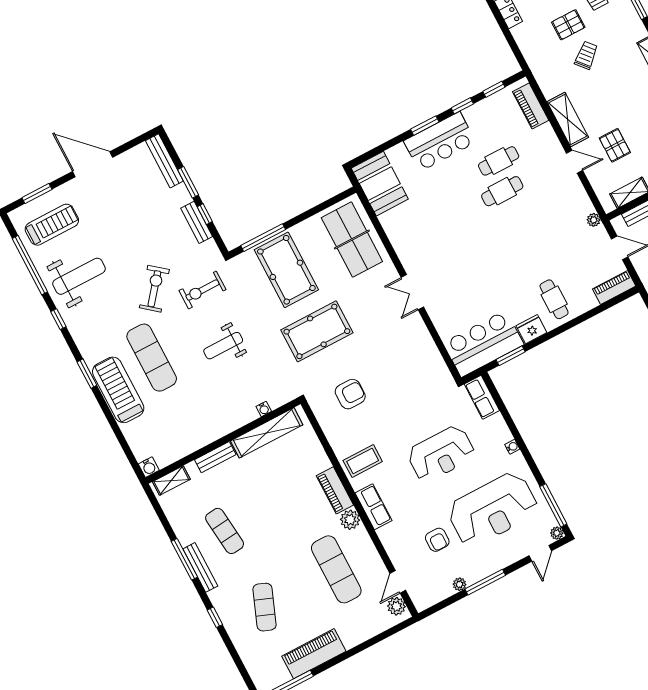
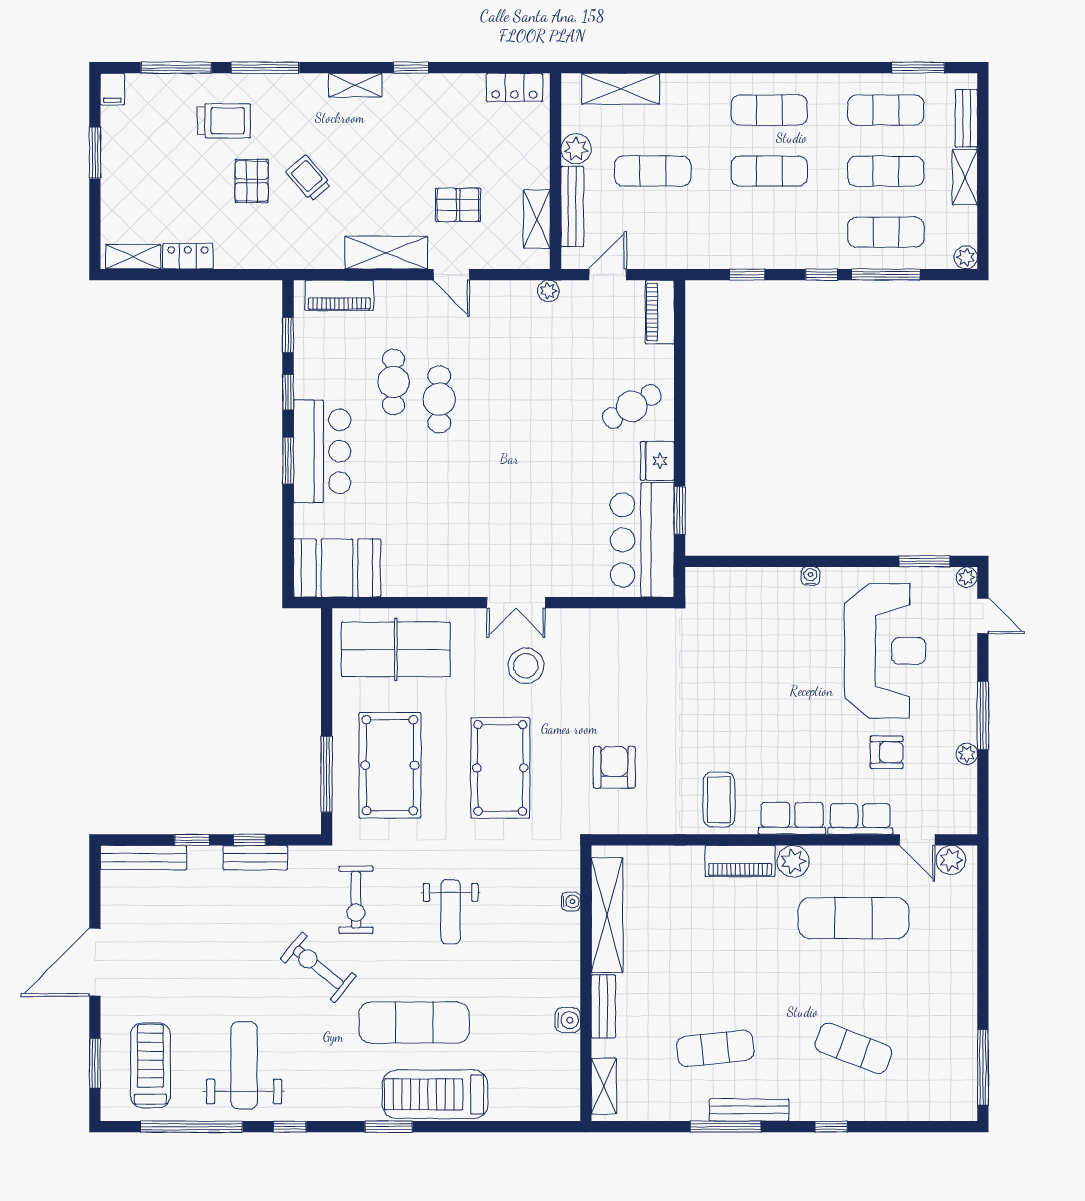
door: (575, 162) -> (451, 275), swing flipped
window: (188, 182) -> (192, 840), width x0.67
pool table: (286, 270) -> (390, 765), turned 90
cafe table: (554, 299) -> (632, 406), turned -31
stool: (381, 316) -> (526, 666), added
row of seats: (482, 397) -> (860, 819), moved, turned 180
reception desk: (441, 454) -> (767, 683), removed
water cooler: (149, 467) -> (568, 1020), moved
window: (553, 505) -> (924, 561), width x0.69
piano: (314, 654) -> (957, 1013), removed

